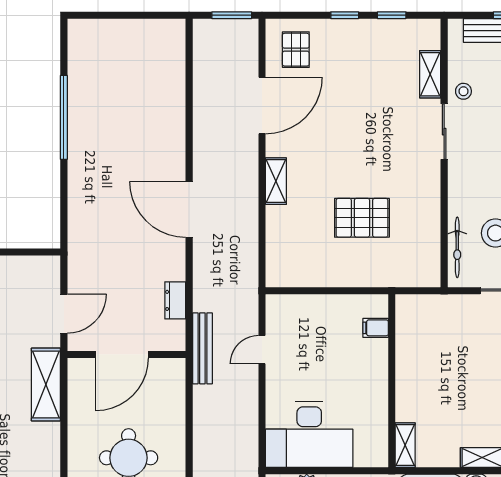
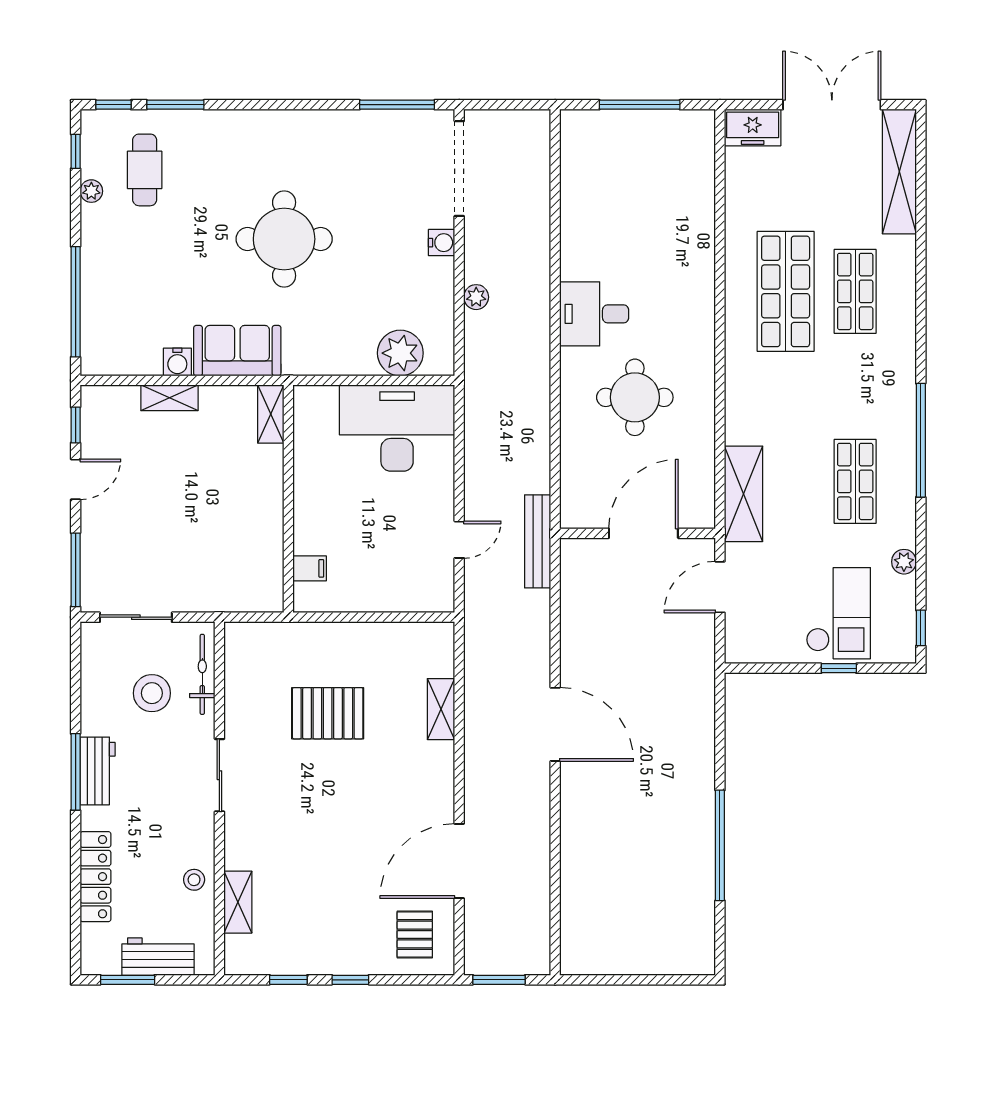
sliding door: (444, 132) -> (219, 775), moved
shelving: (276, 181) -> (441, 709), moved
dresser: (175, 300) -> (573, 604), removed

